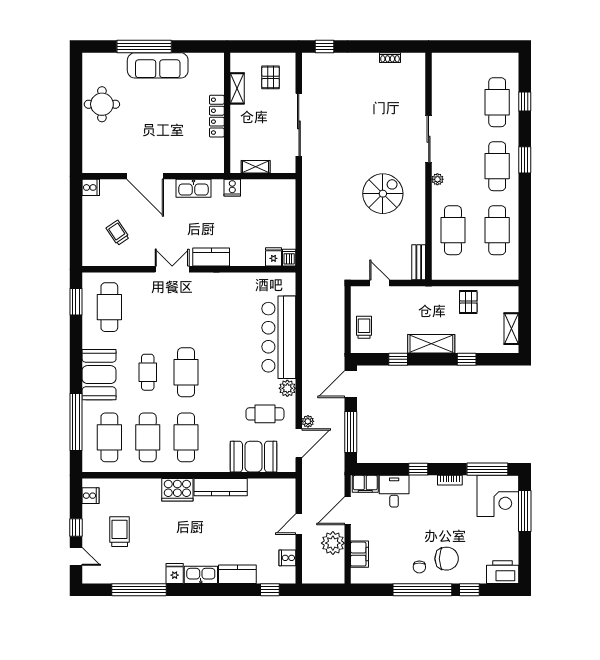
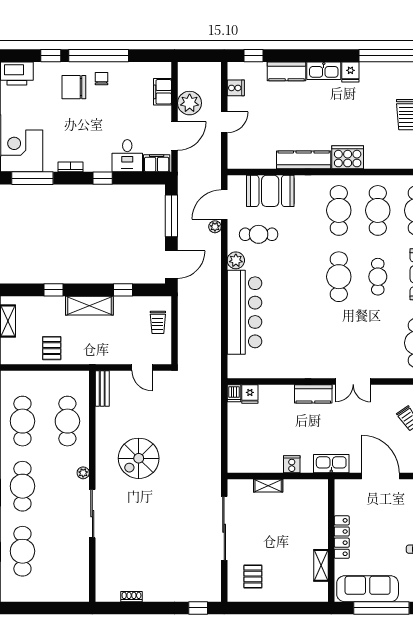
shelving: (237, 88) -> (321, 565), moved
wall: (227, 113) -> (331, 540), moved
locker: (217, 116) -> (342, 537), moved

